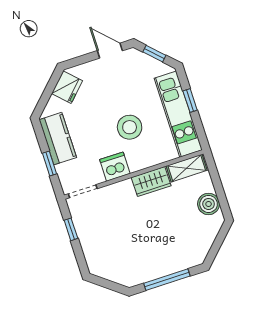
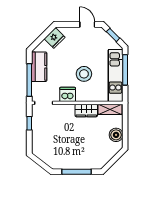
window: (190, 101) -> (125, 70), width x2.17
window: (49, 164) -> (29, 80), width x2.17

